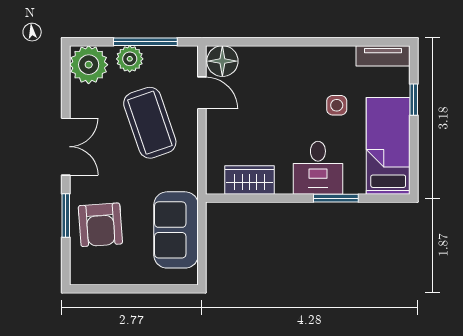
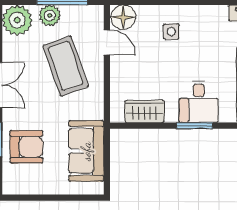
side table: (337, 105) -> (171, 32), moved
window: (336, 198) -> (195, 126), moved
armchair: (100, 225) -> (26, 147), turned -86

